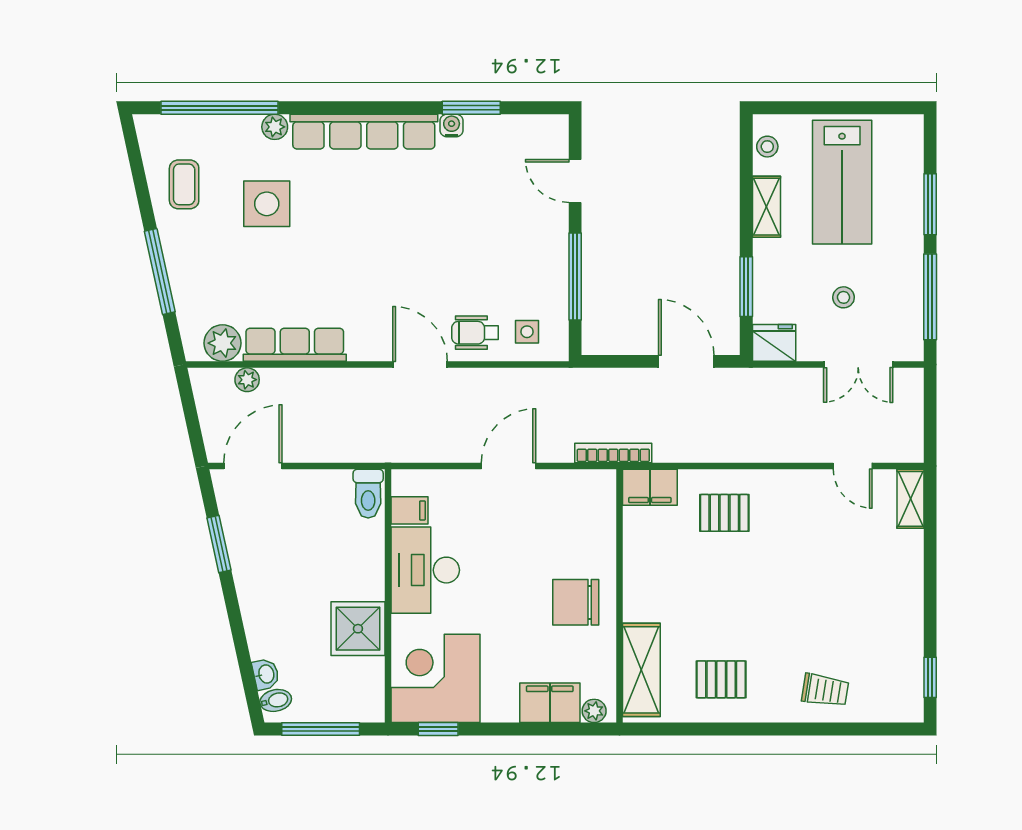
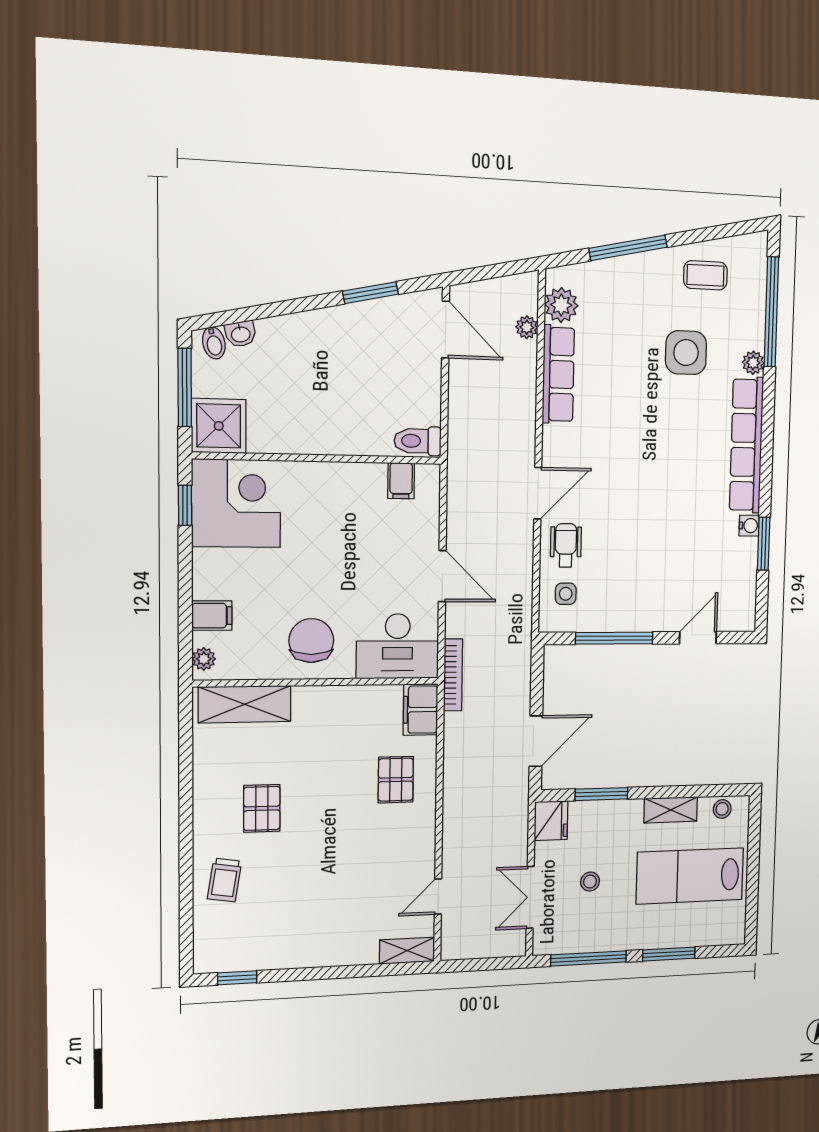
desk: (425, 570) -> (398, 646), moved, turned 180
shower: (358, 629) -> (219, 426), moved
pallet: (721, 679) -> (262, 808), moved
filing cabinet: (550, 703) -> (212, 616), width x0.50

